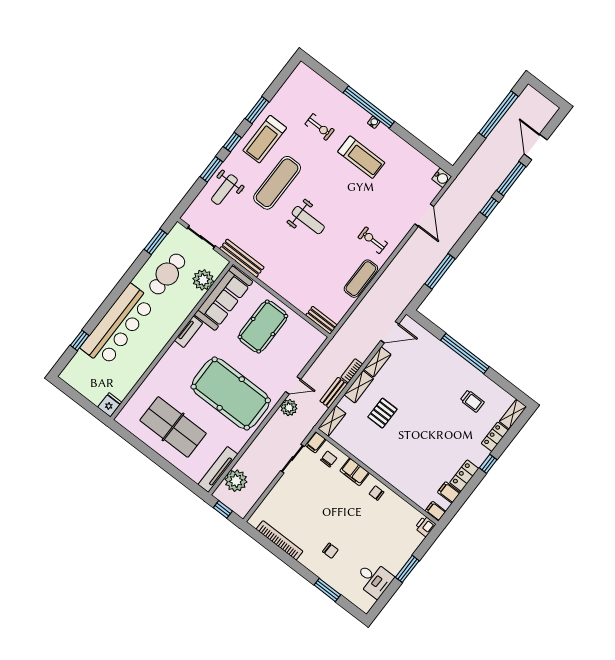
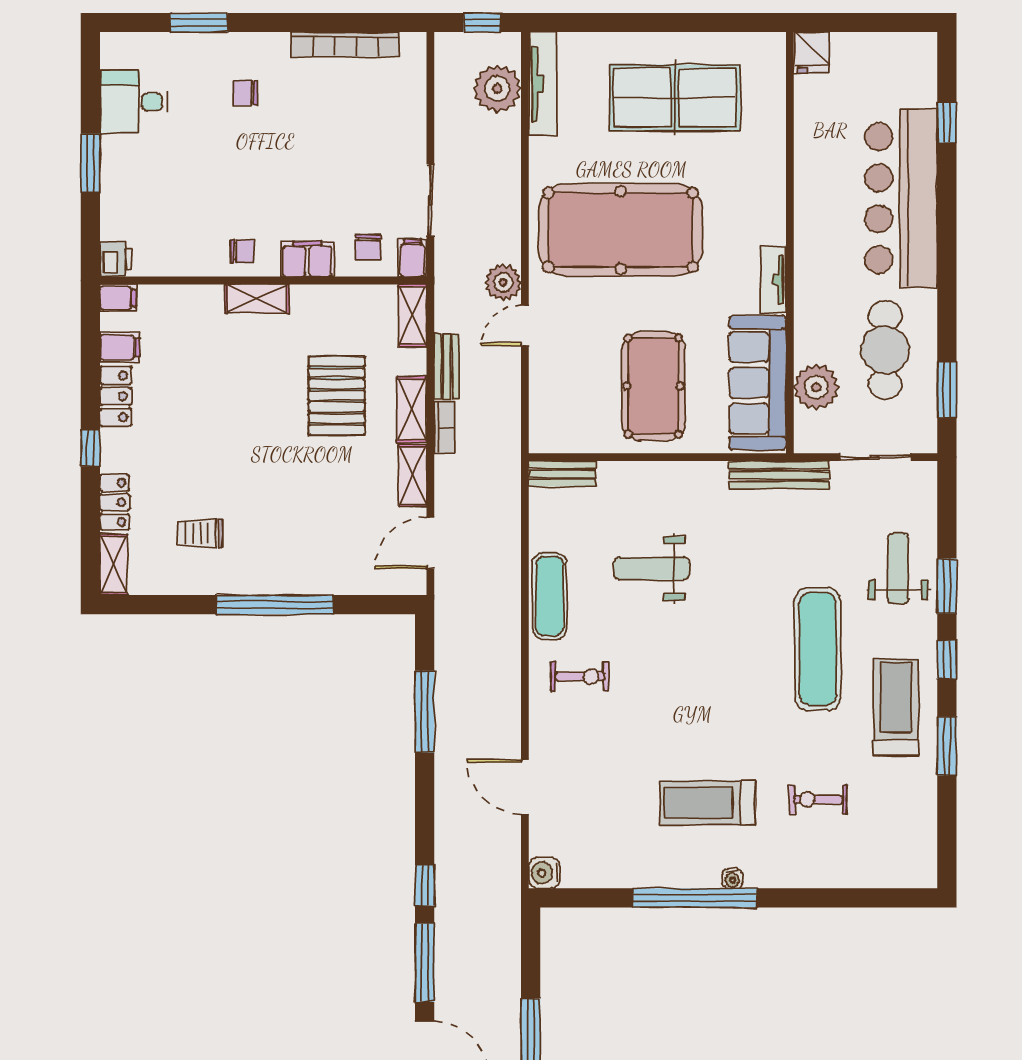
window: (369, 107) -> (695, 898), moved
weight bench: (308, 220) -> (652, 568), moved
pallet: (382, 413) -> (337, 396), width x1.50, depth x1.42
shelving: (384, 471) -> (257, 299), added

